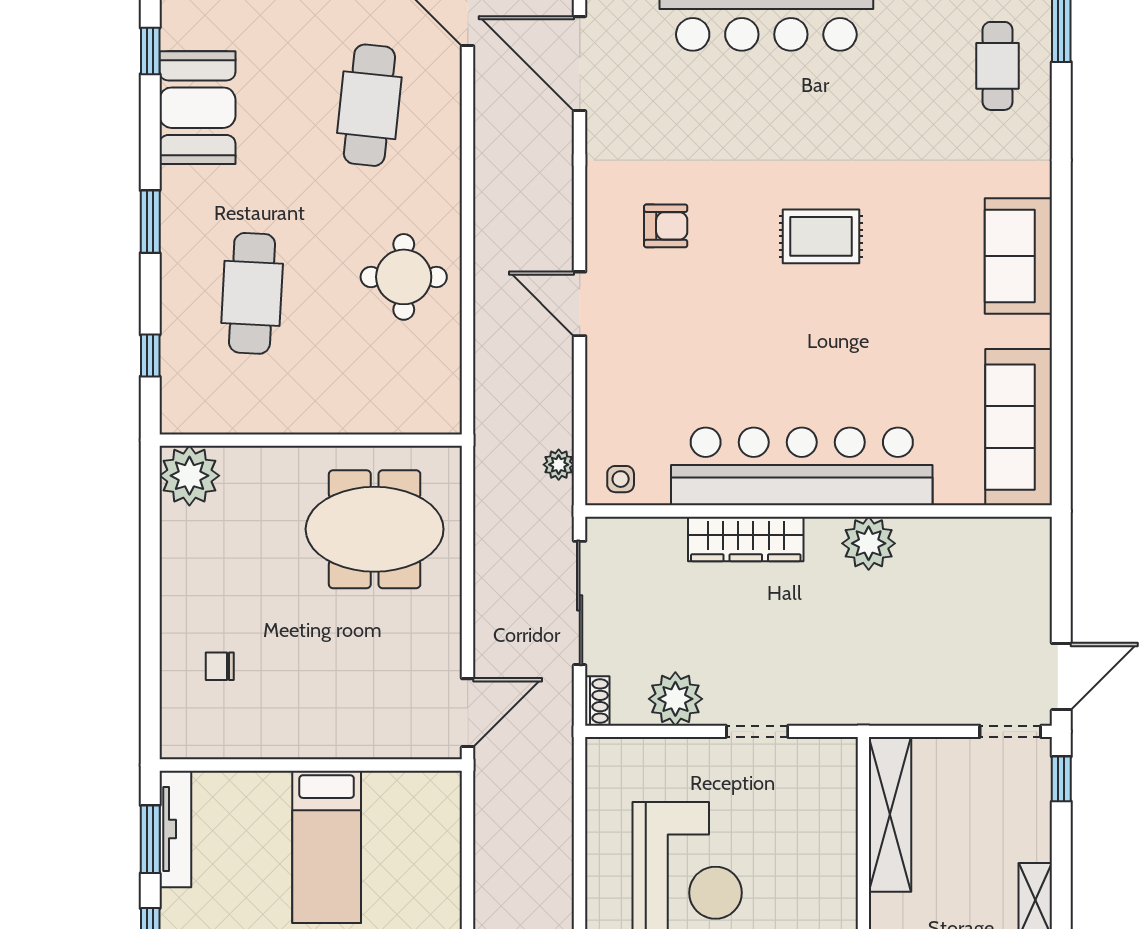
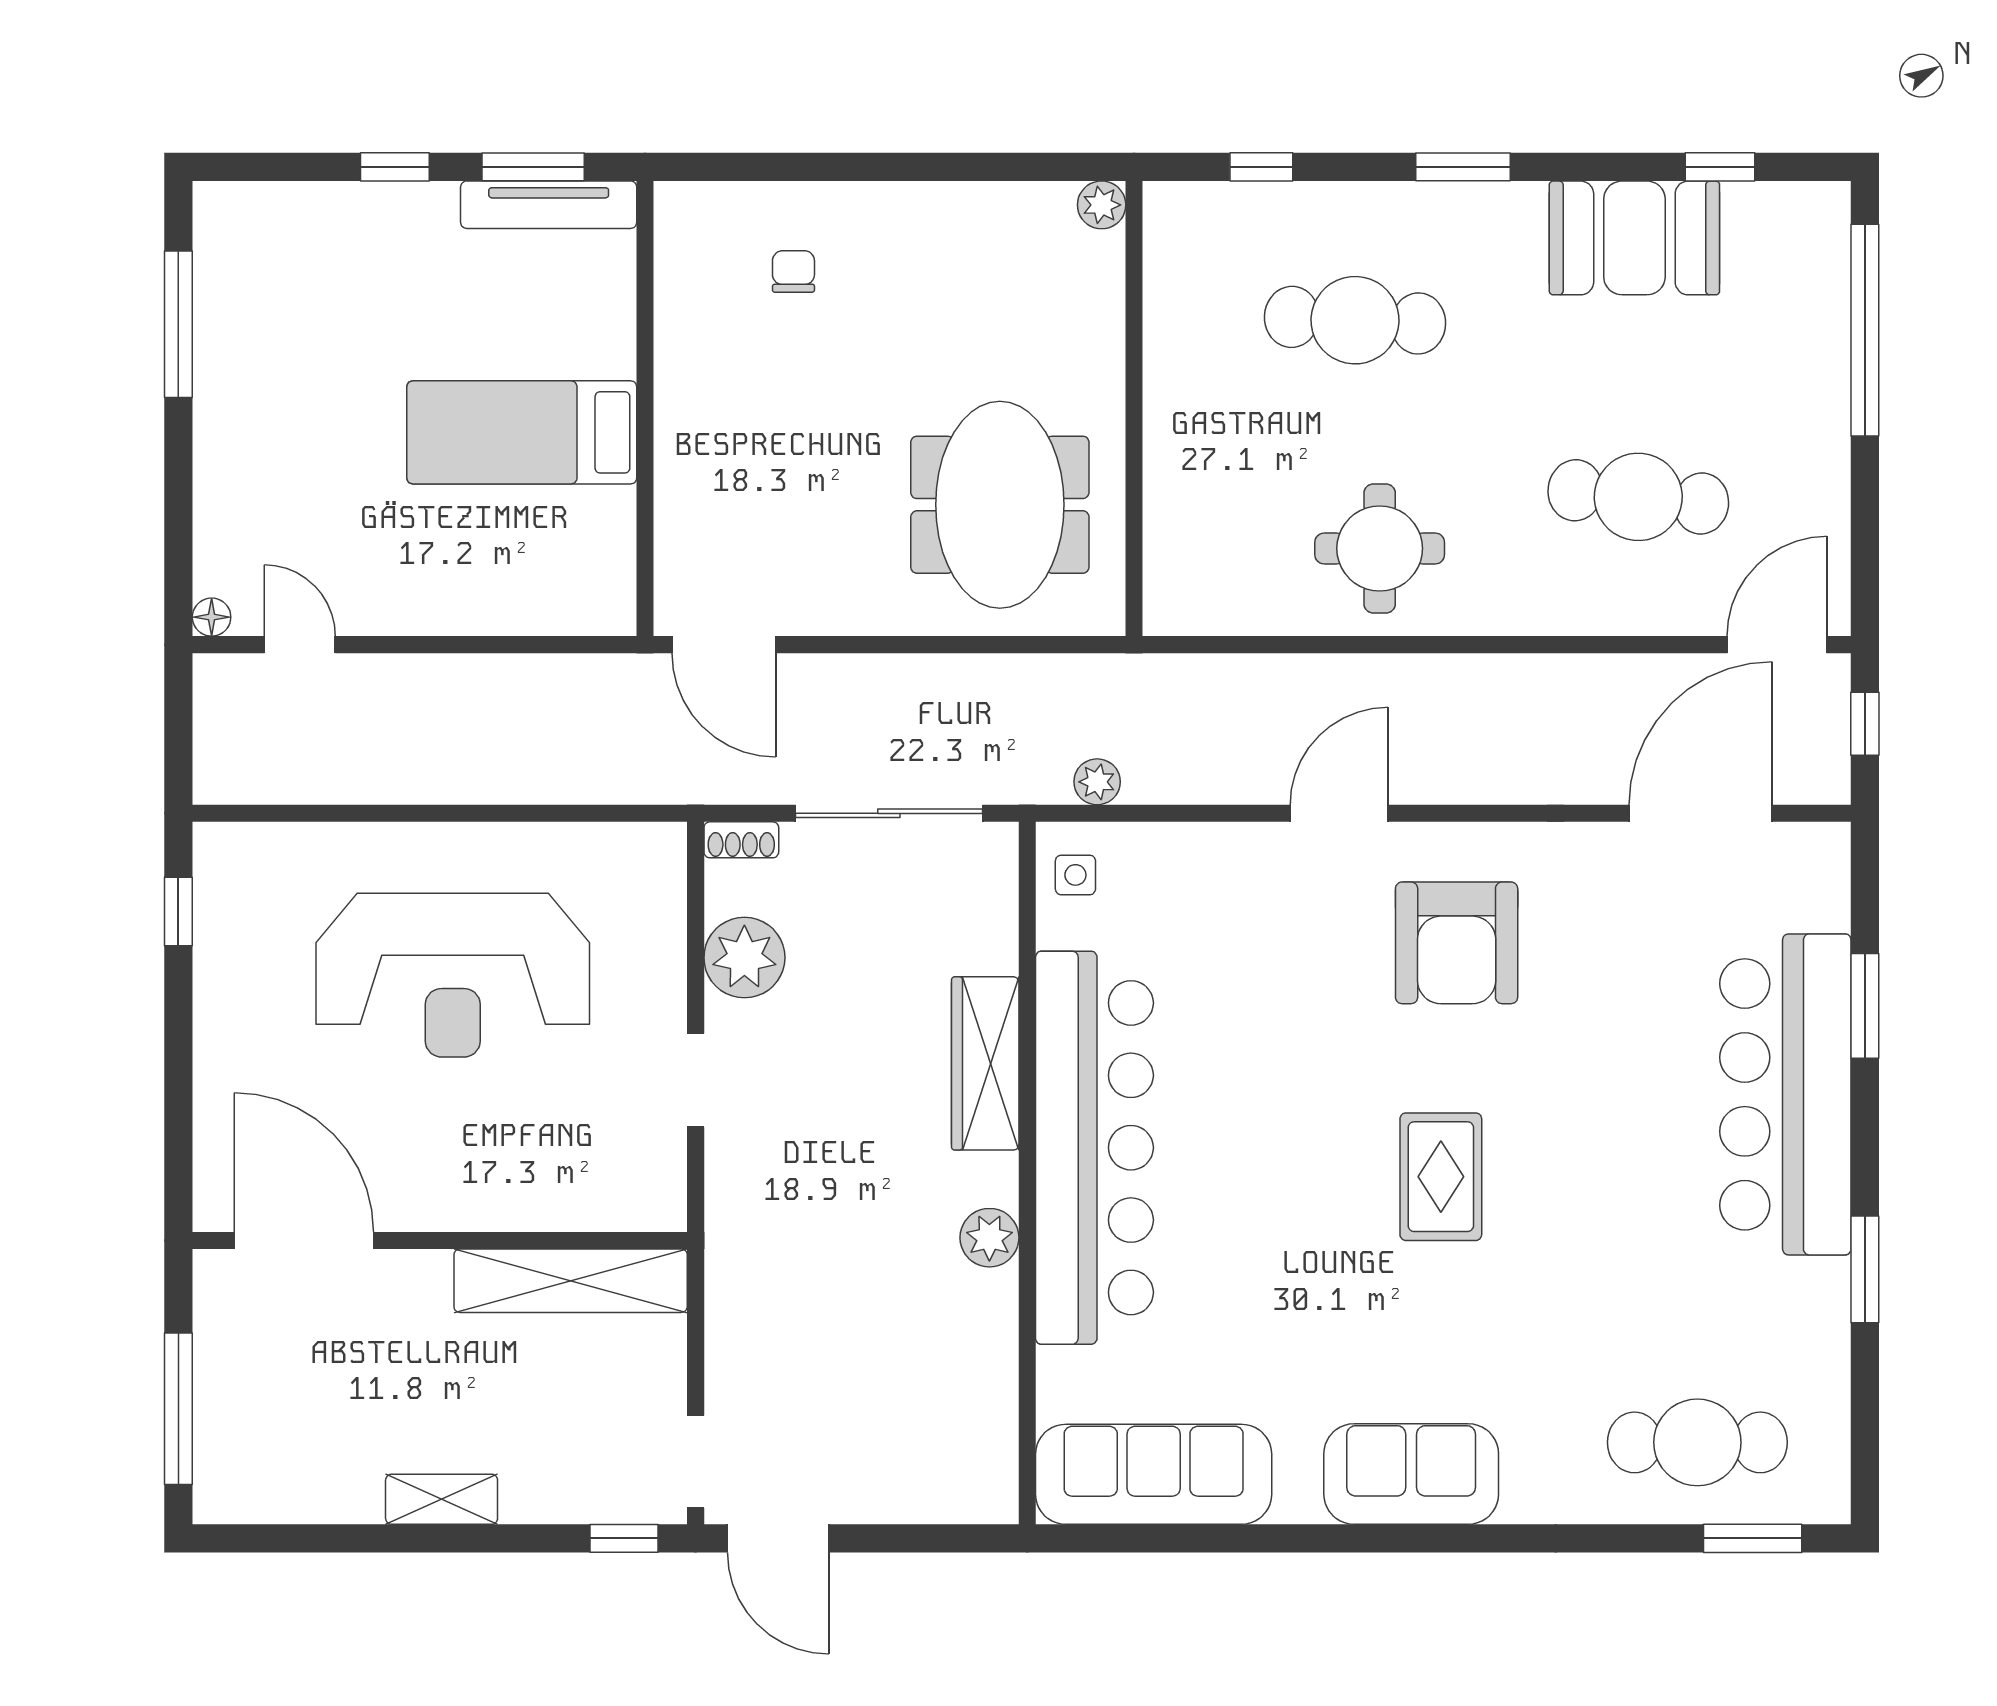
cafe table: (998, 66) -> (1697, 1442), width x1.37, depth x1.35
armchair: (666, 226) -> (1457, 943), width x1.88, depth x1.88
plant: (189, 476) -> (1102, 205), width x0.53, depth x0.53
plant: (869, 543) -> (989, 1238), width x0.73, depth x0.73

